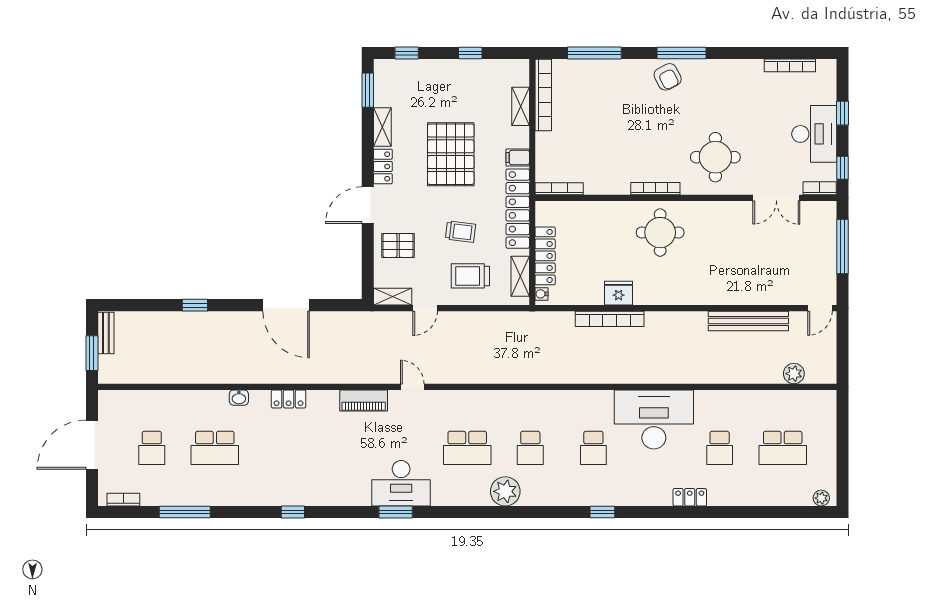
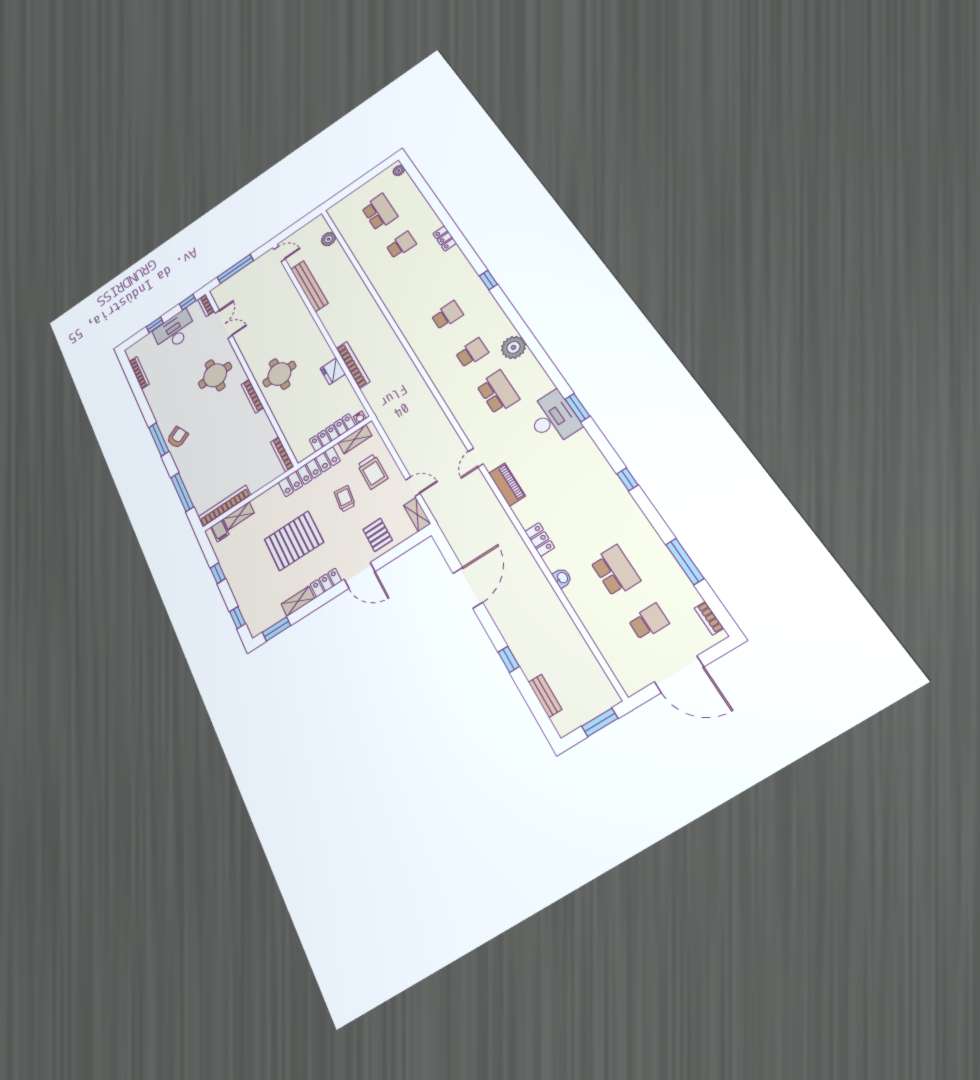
filing cabinet: (518, 157) -> (220, 531), moved
bench: (106, 333) -> (545, 696), moved, turned 90
desk: (654, 419) -> (405, 294), removed

